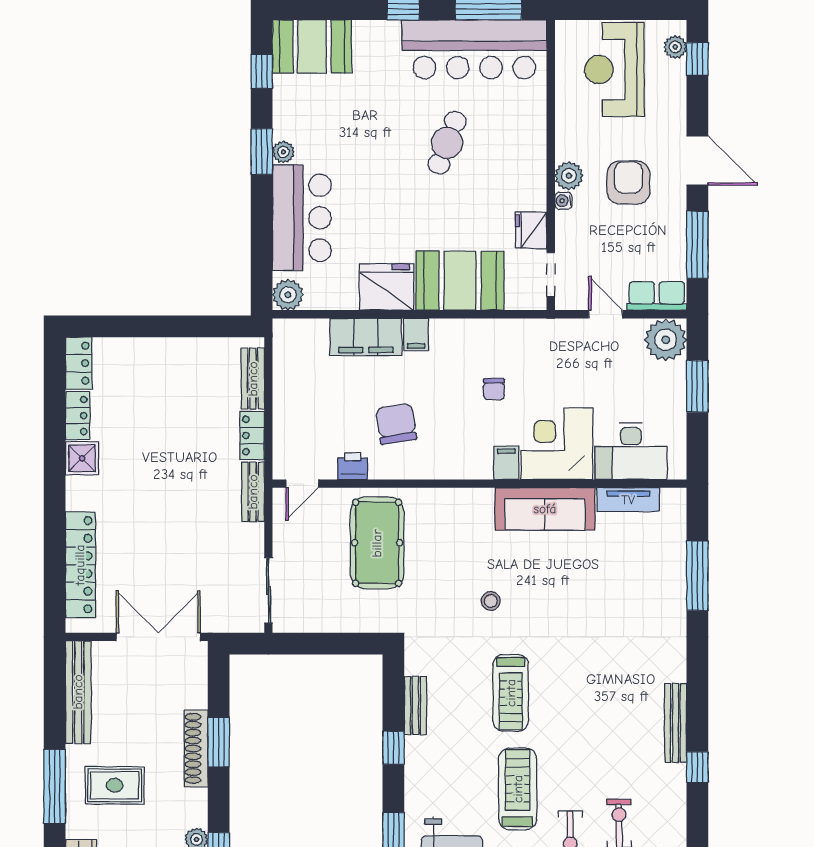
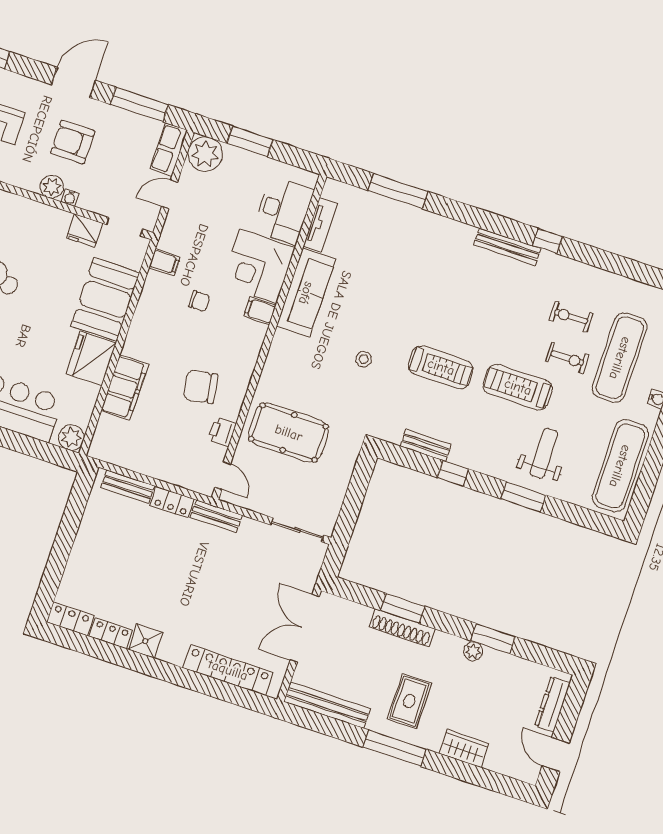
filing cabinet: (416, 335) -> (165, 262), moved

